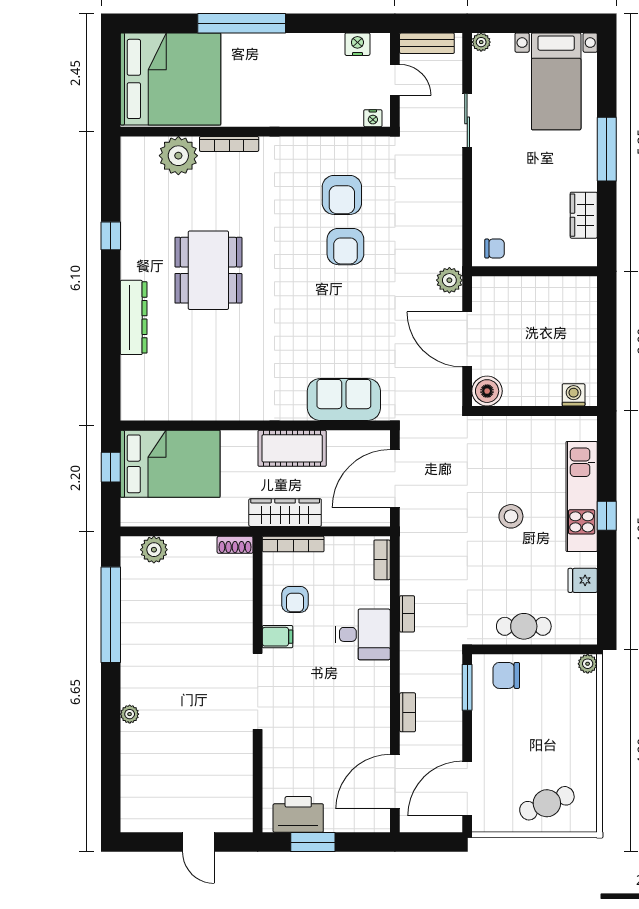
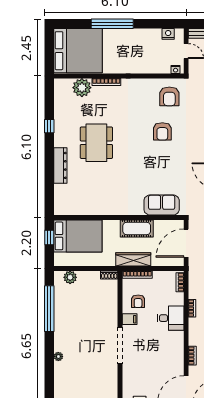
armchair: (342, 195) -> (169, 96), moved

